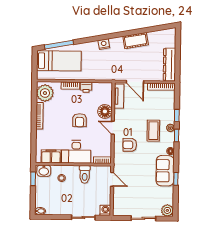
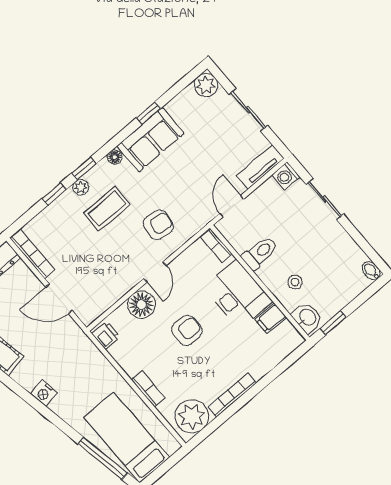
door: (135, 82) -> (59, 299), swing flipped
printer: (86, 87) -> (106, 335), moved
tv unit: (119, 96) -> (260, 167), moved
armchair: (130, 145) -> (158, 225), turned -82
filing cabinet: (51, 156) -> (271, 318), width x0.50

